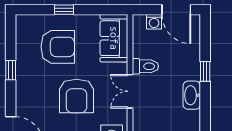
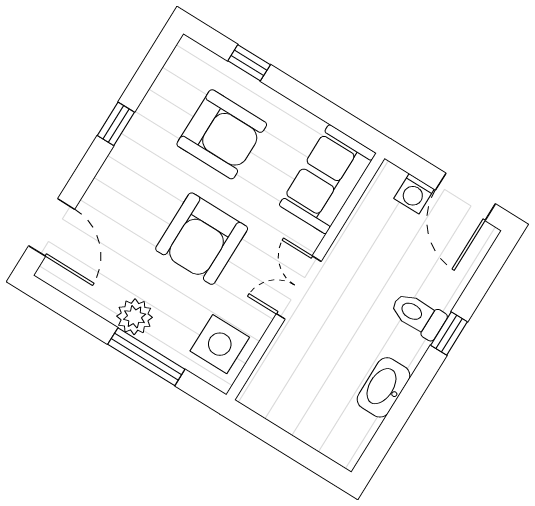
window: (64, 10) -> (249, 63), moved
toilet: (145, 66) -> (418, 315), moved, turned 180
washbasin: (192, 95) -> (384, 387), moved

